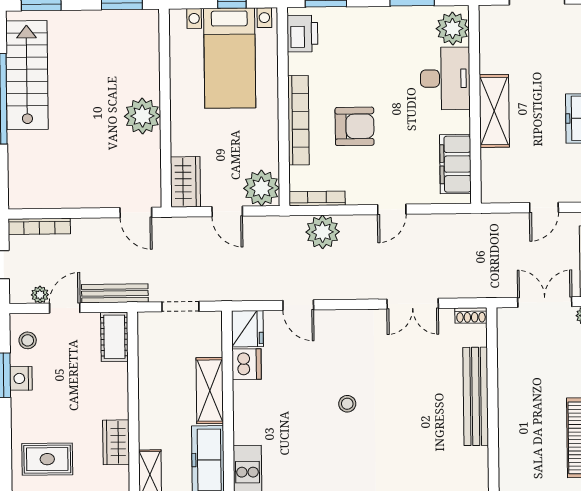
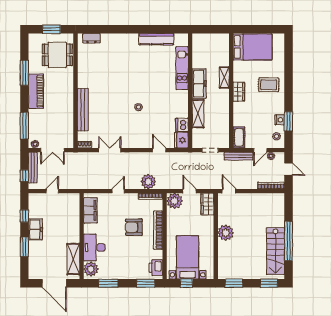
shelving: (494, 111) -> (73, 259), moved

